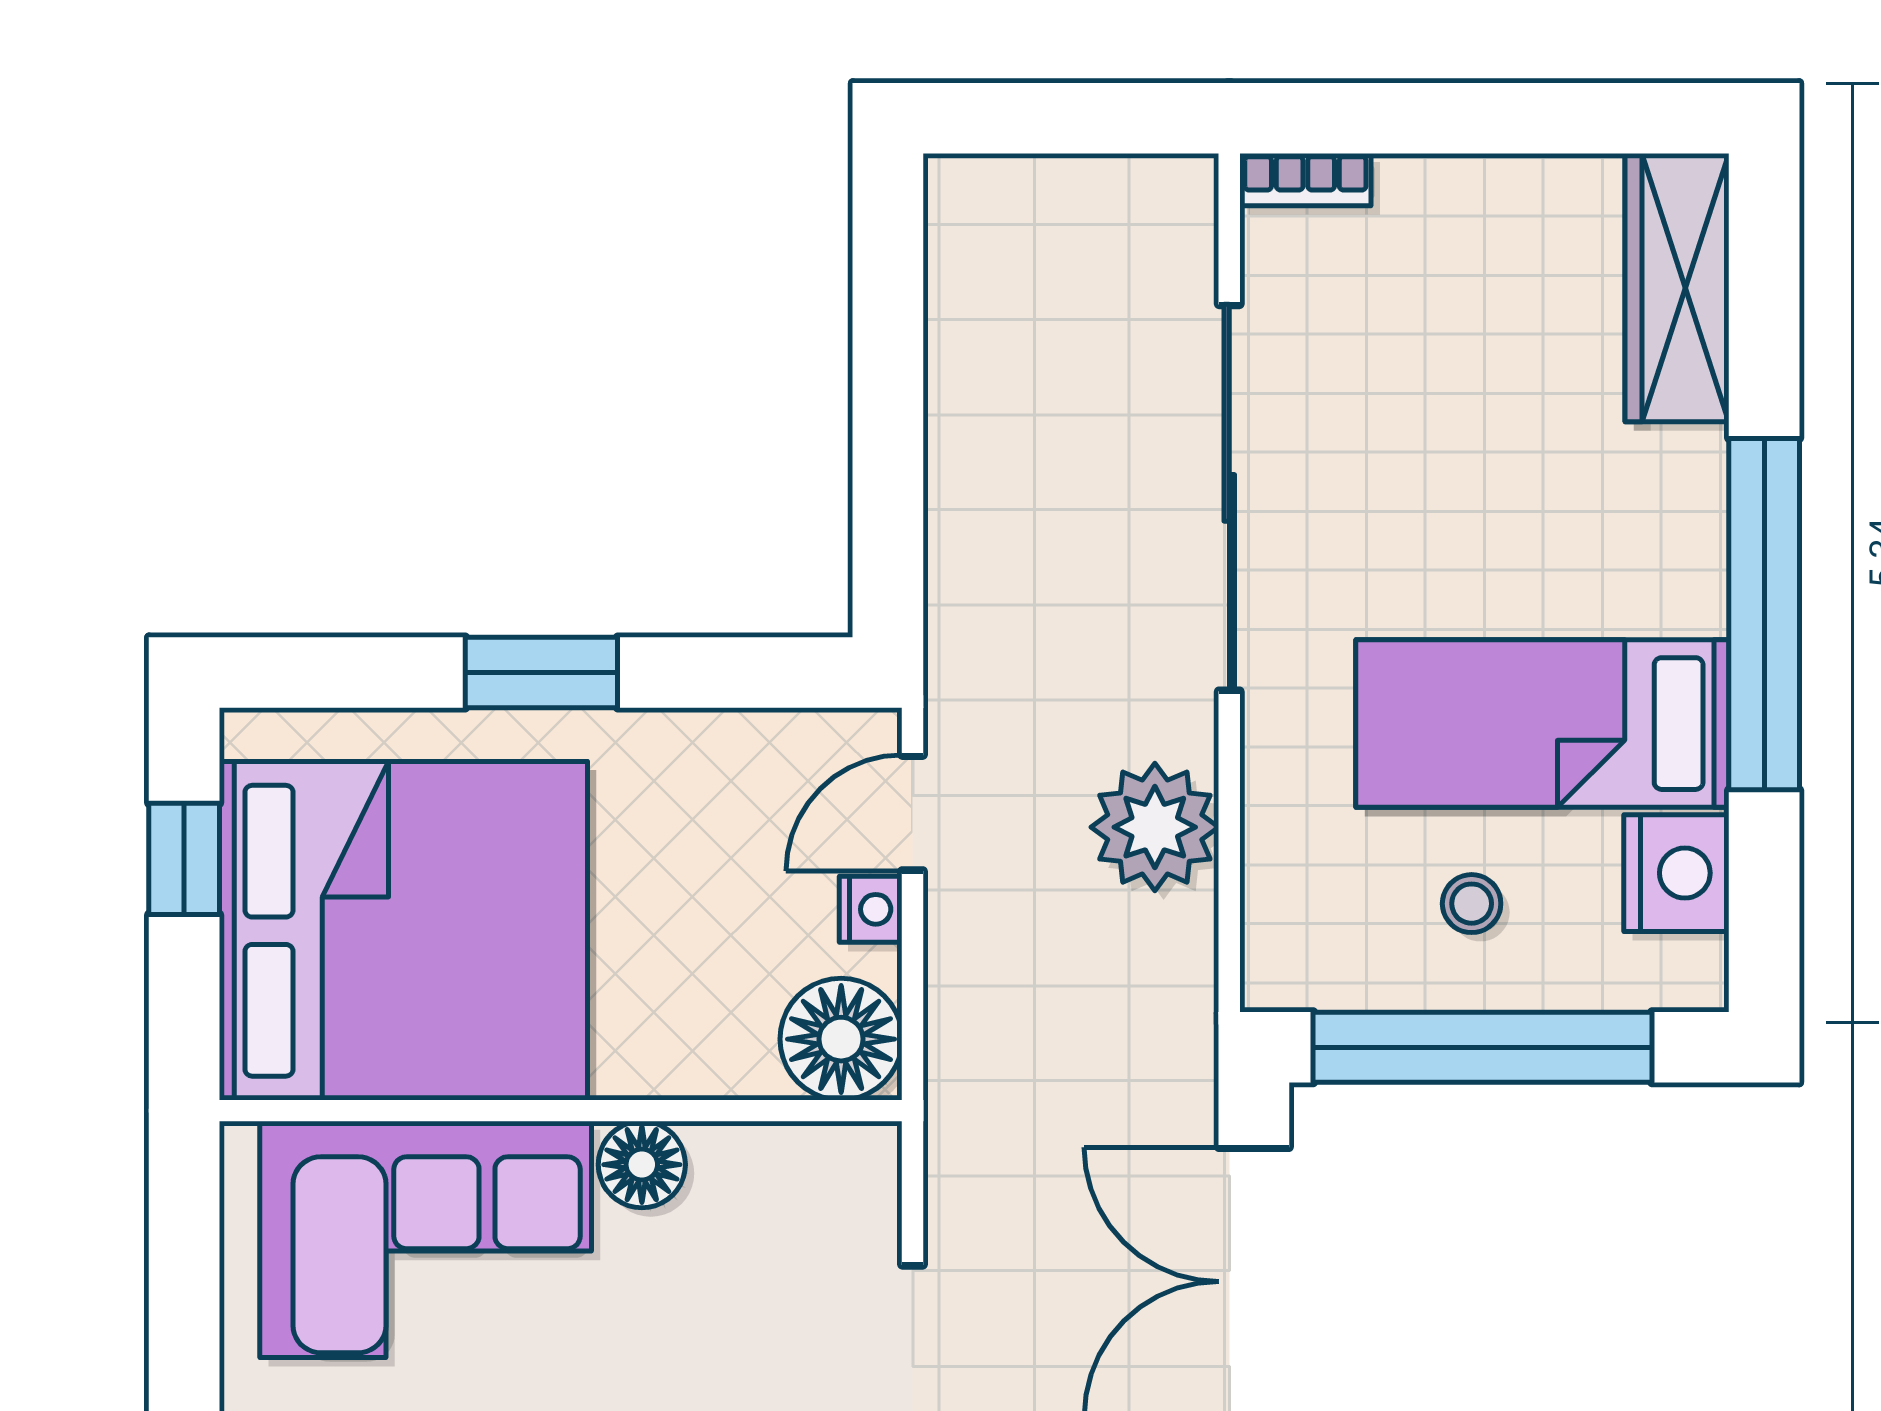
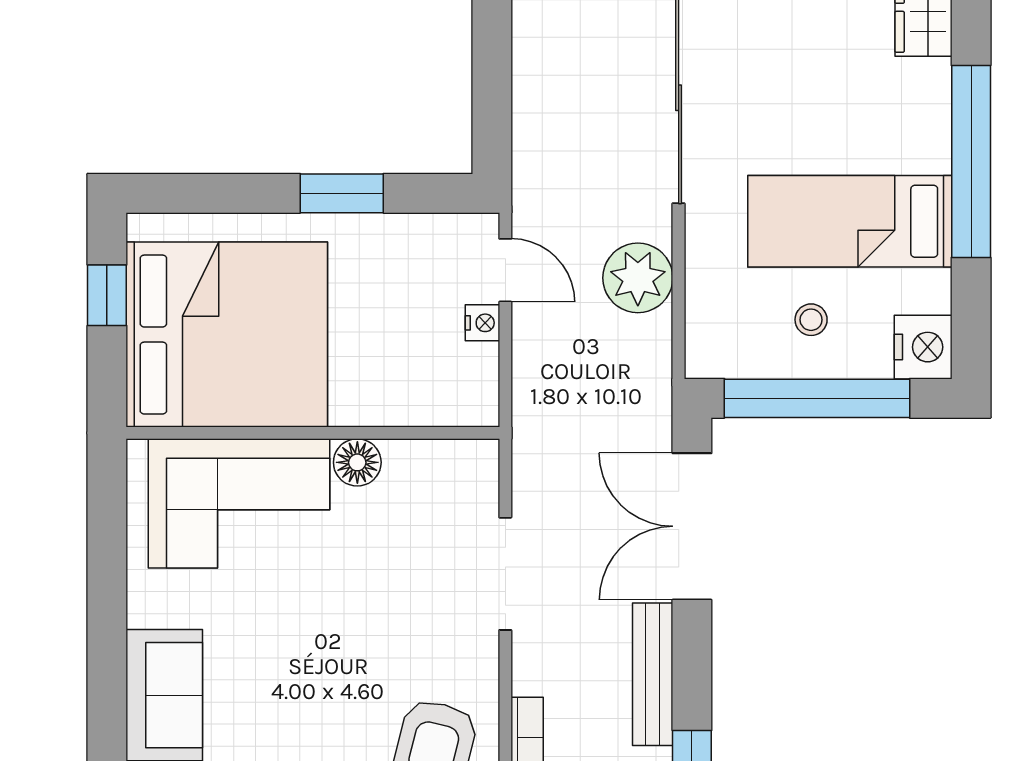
window: (541, 672) -> (342, 193), moved
door: (913, 813) -> (505, 270), swing flipped
nightstand: (1676, 873) -> (923, 347), moved
floor lamp: (841, 1039) -> (466, 394), removed

